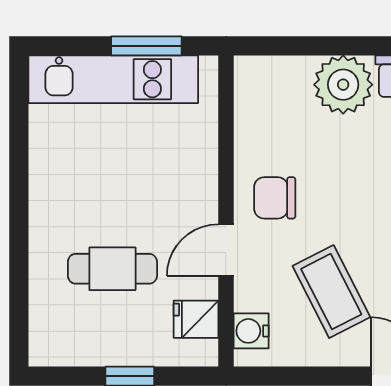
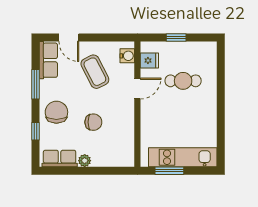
plant: (343, 85) -> (85, 161), width x0.53, depth x0.53
chair: (275, 198) -> (93, 122), moved

